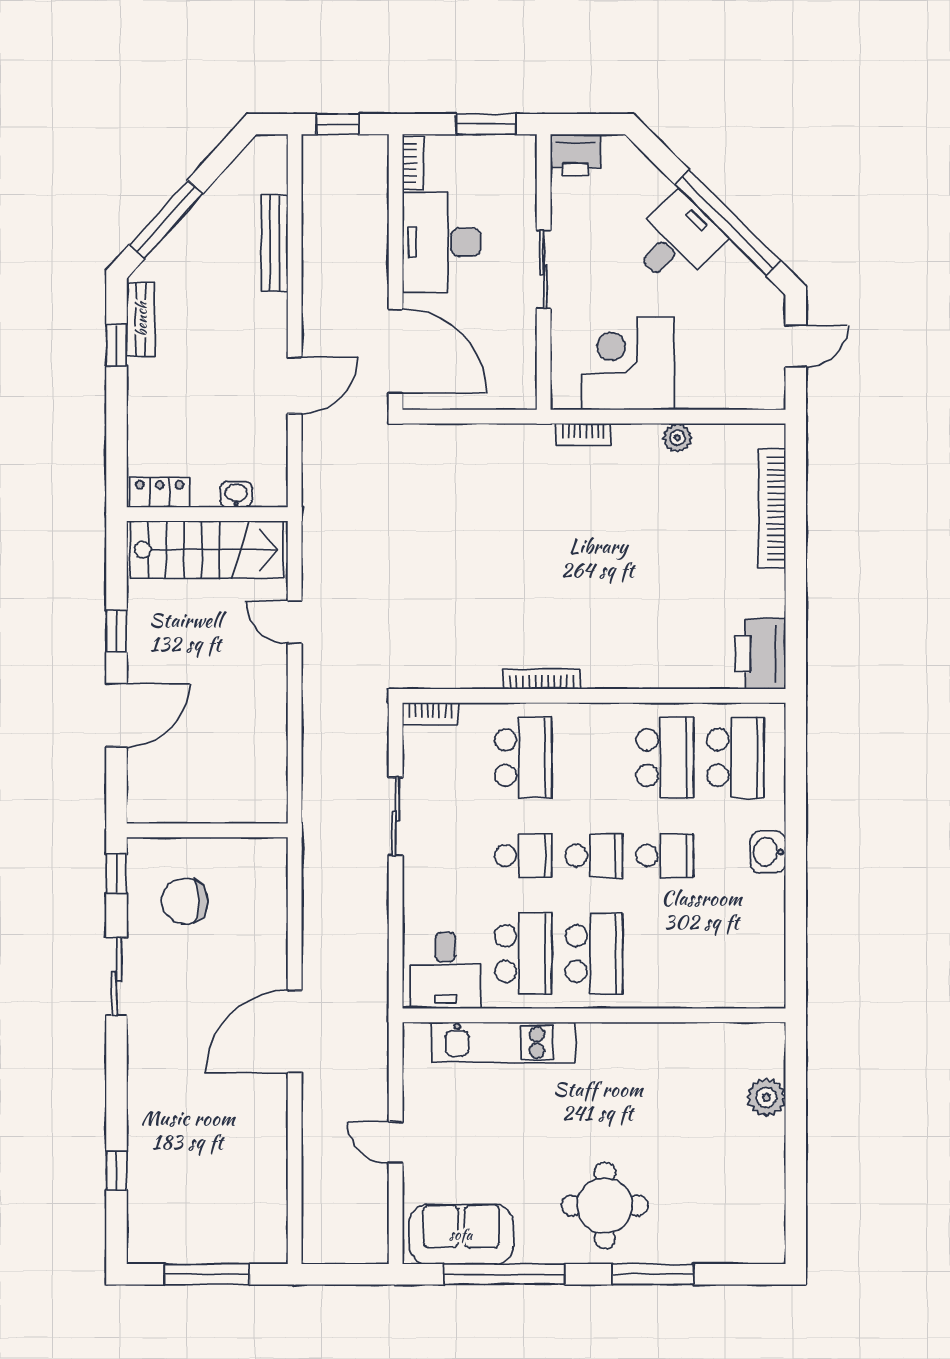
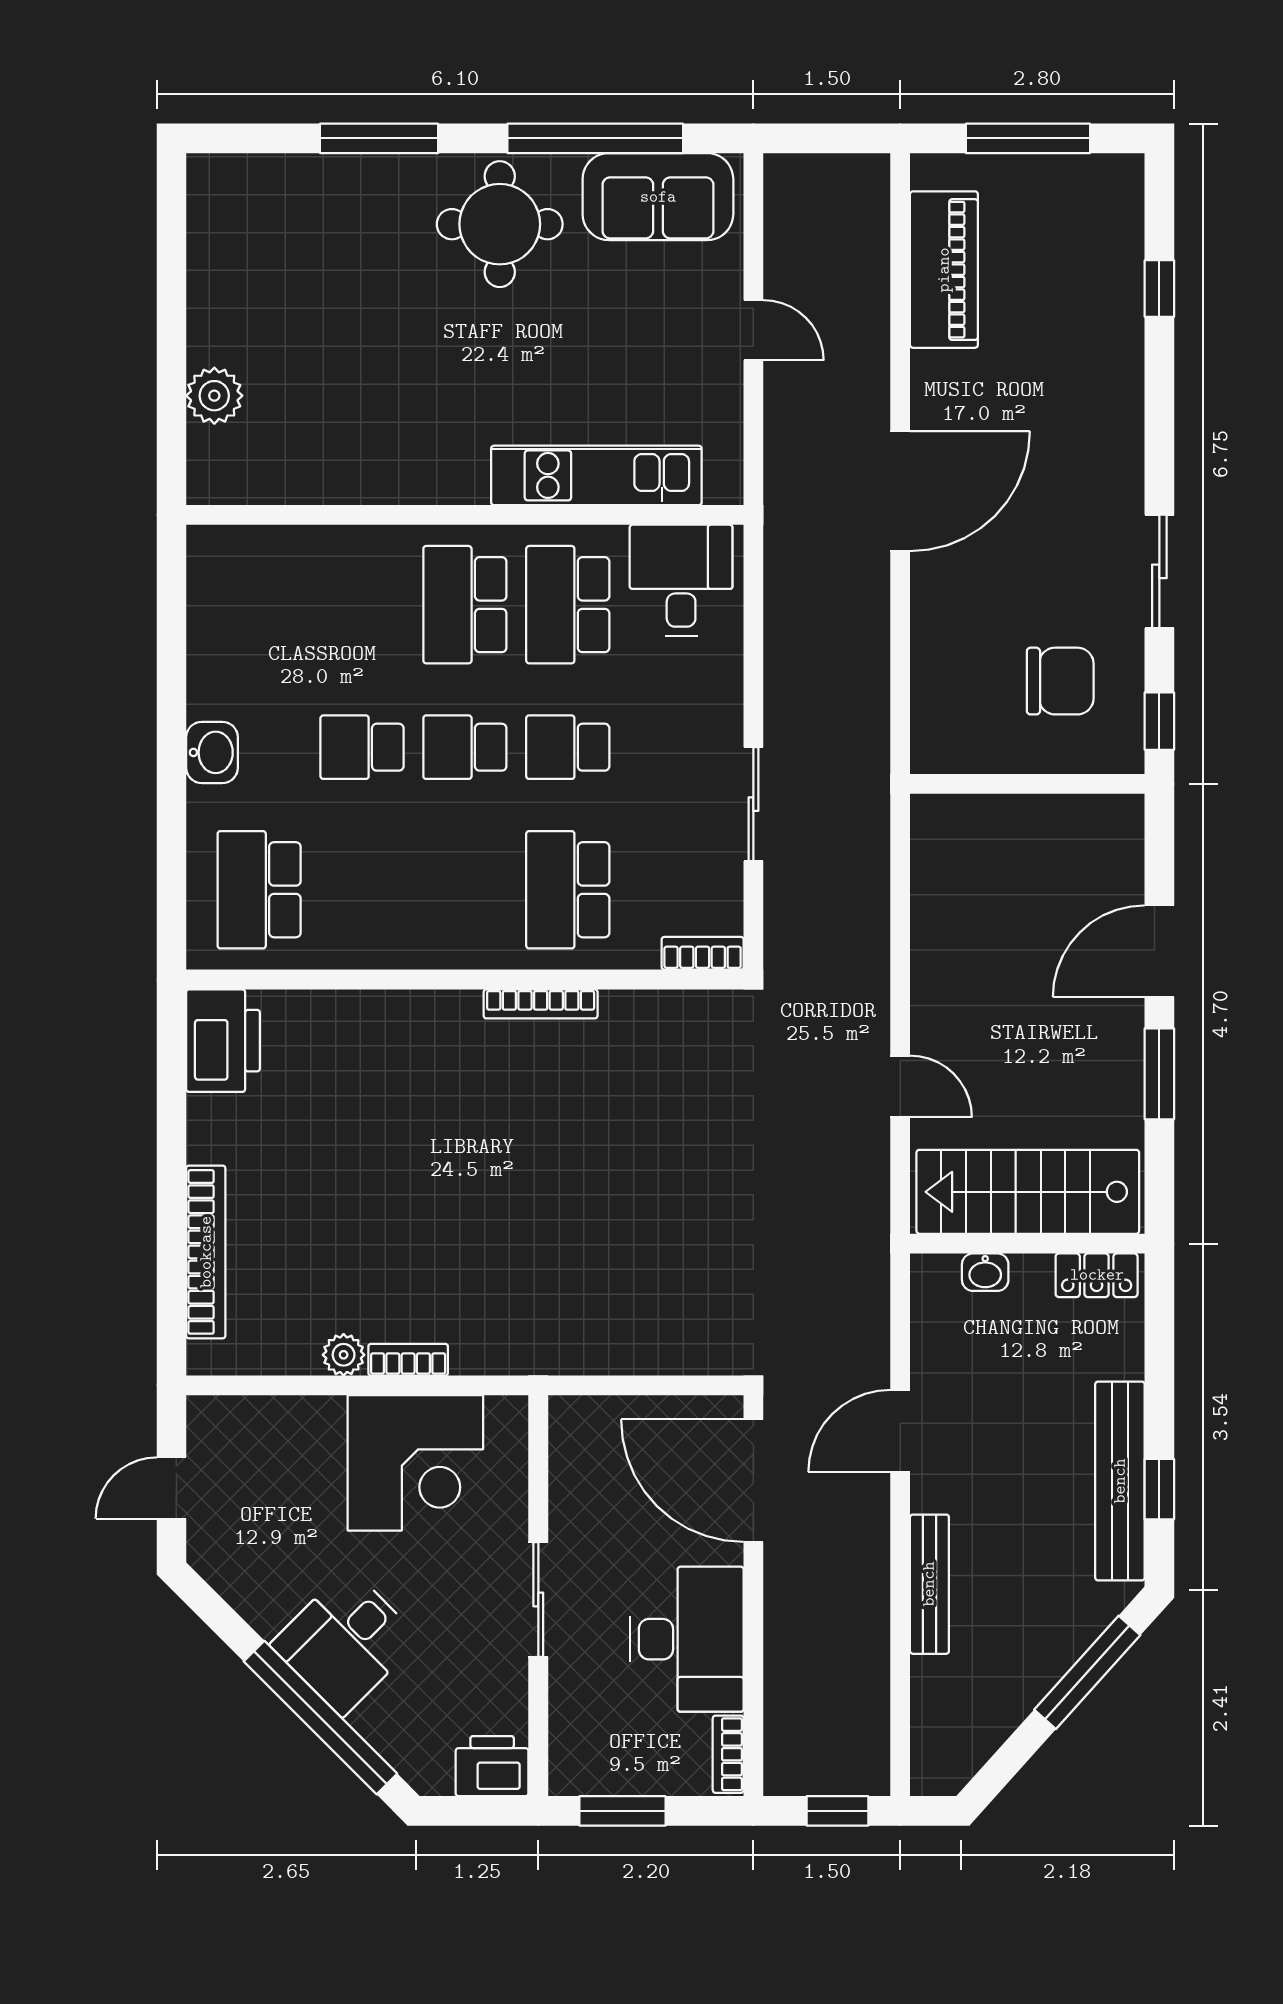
window: (728, 223) -> (320, 1718), moved
bench: (275, 243) -> (929, 1584), moved
bench: (141, 319) -> (1120, 1481), width x1.86, depth x1.21
bookcase: (583, 434) -> (408, 1360), moved
window: (116, 631) -> (1159, 1074), width x1.50
school desk: (665, 758) -> (362, 890), removed
piano: (265, 1184) -> (944, 270), added
round table: (605, 1206) -> (500, 224), moved

